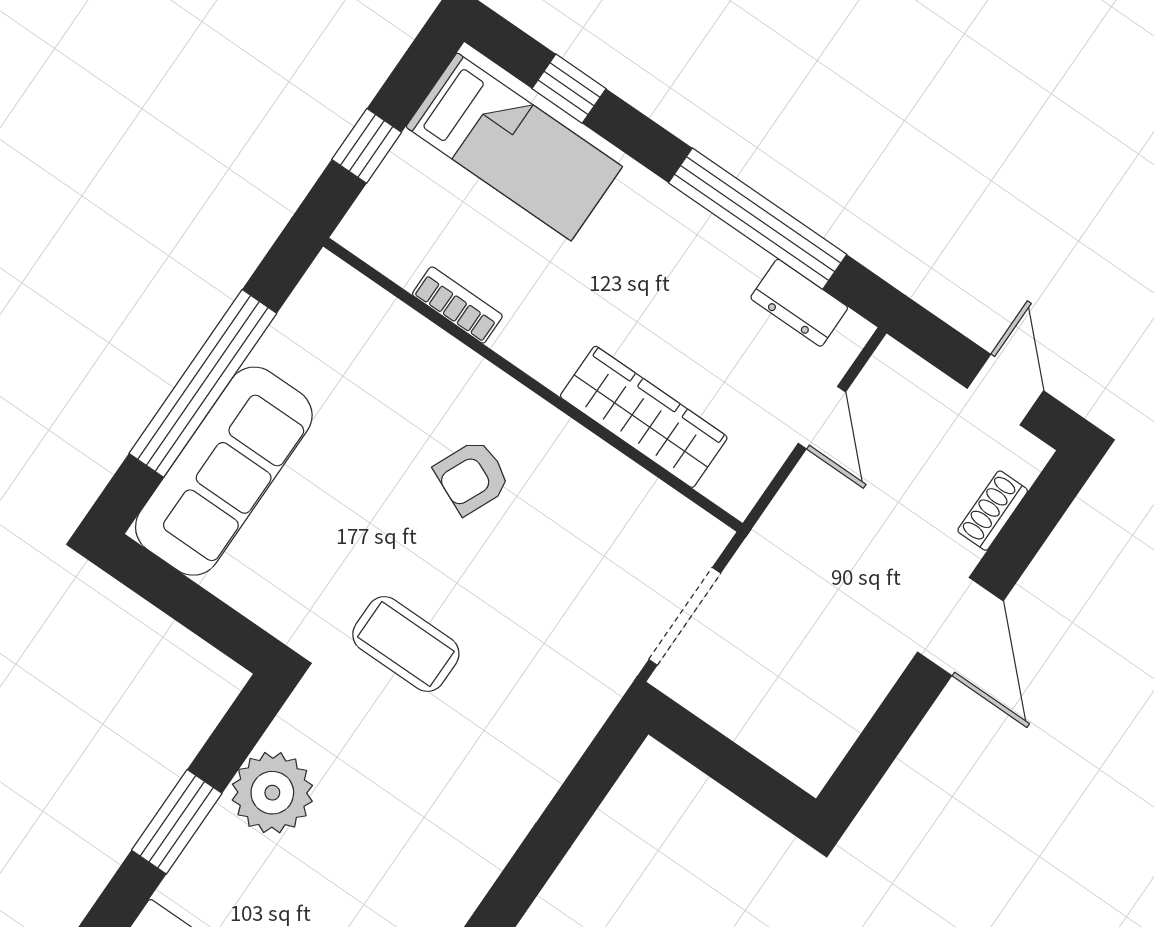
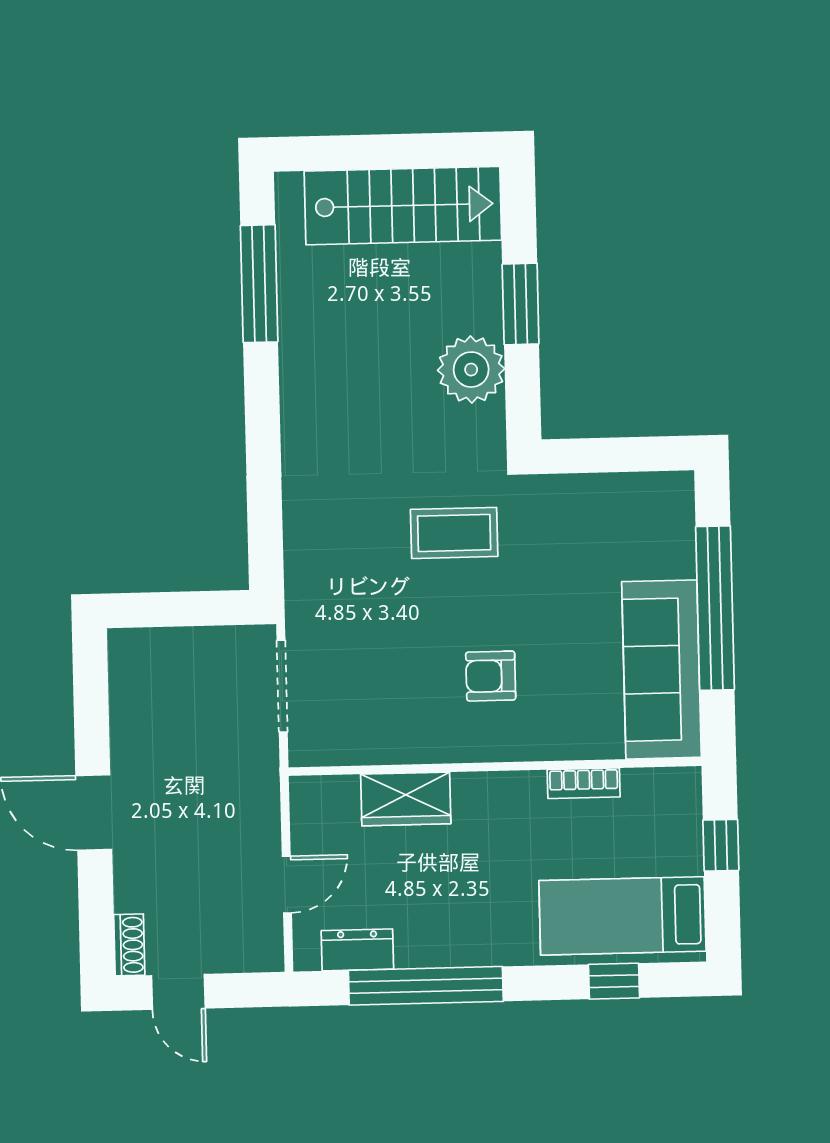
wardrobe: (644, 417) -> (406, 799), width x0.67
door: (822, 418) -> (287, 885), swing flipped
sofa: (224, 471) -> (661, 669), moved
armchair: (472, 477) -> (491, 676), turned -114
shoe rack: (993, 511) -> (129, 945), moved

